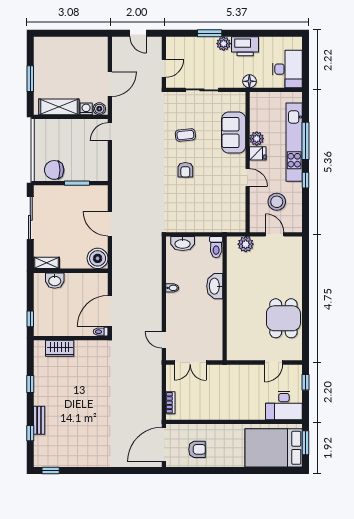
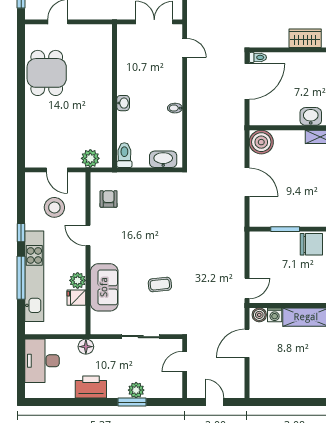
plant: (224, 44) -> (136, 390), moved
fridge: (258, 153) -> (76, 298), moved
armchair: (185, 170) -> (109, 199), moved
washbasin: (215, 286) -> (123, 103), width x0.52, depth x0.69

